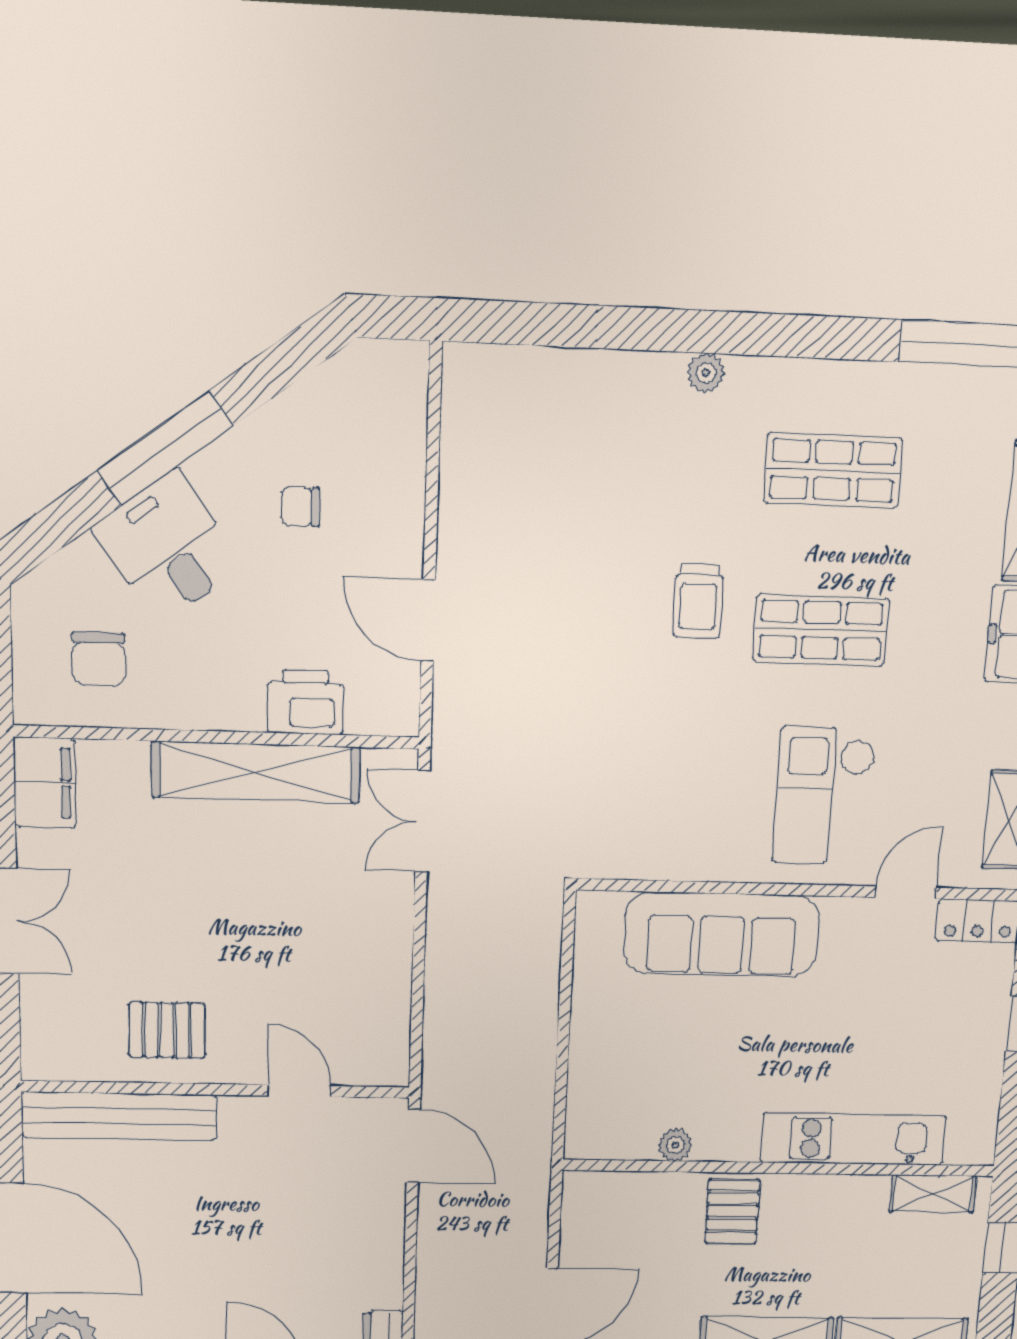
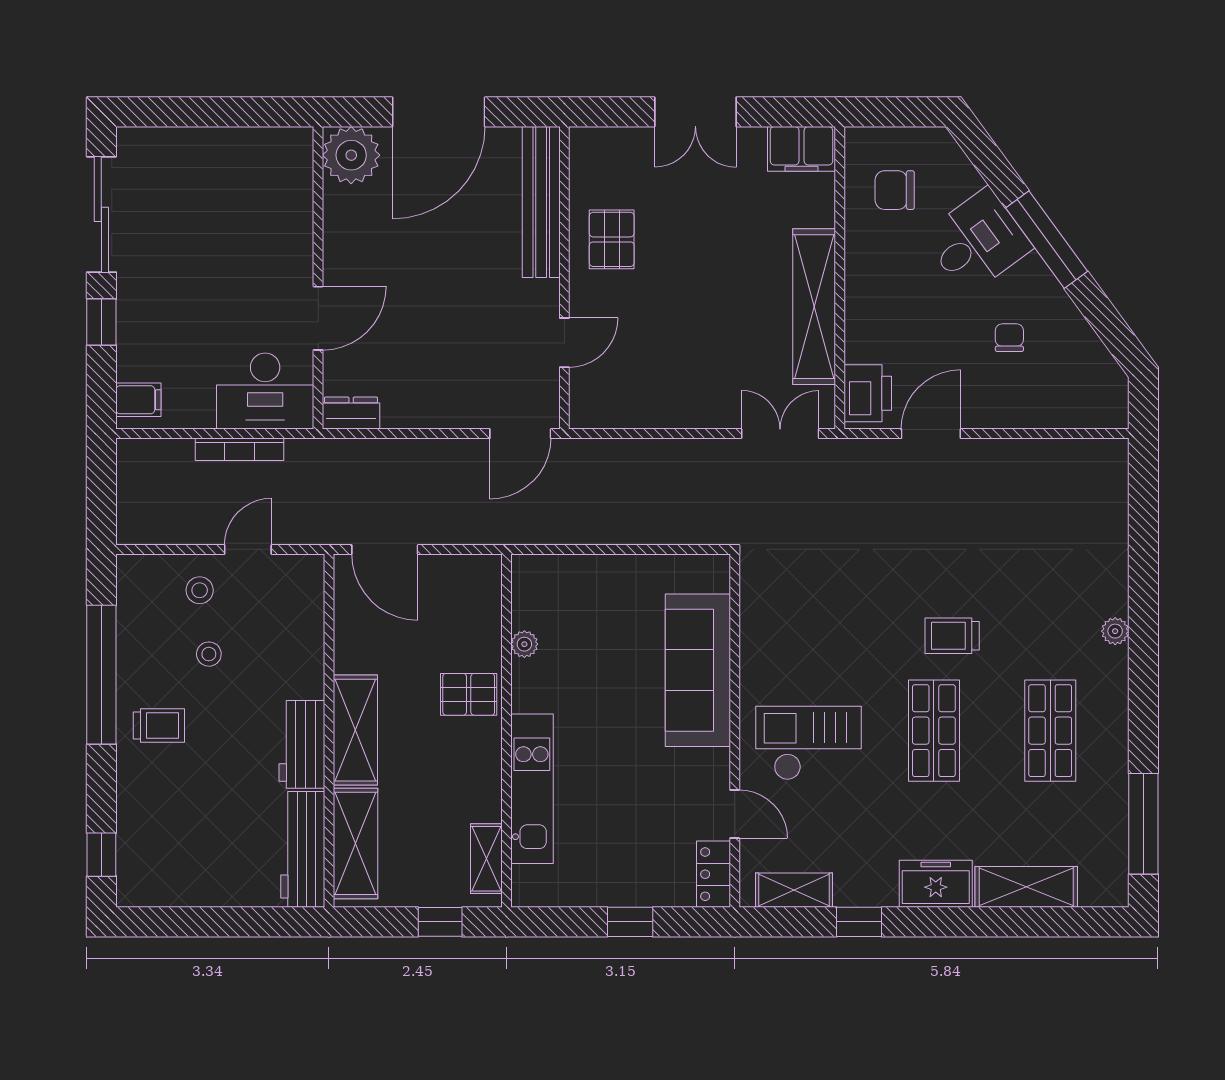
printer: (305, 702) -> (868, 393), moved

